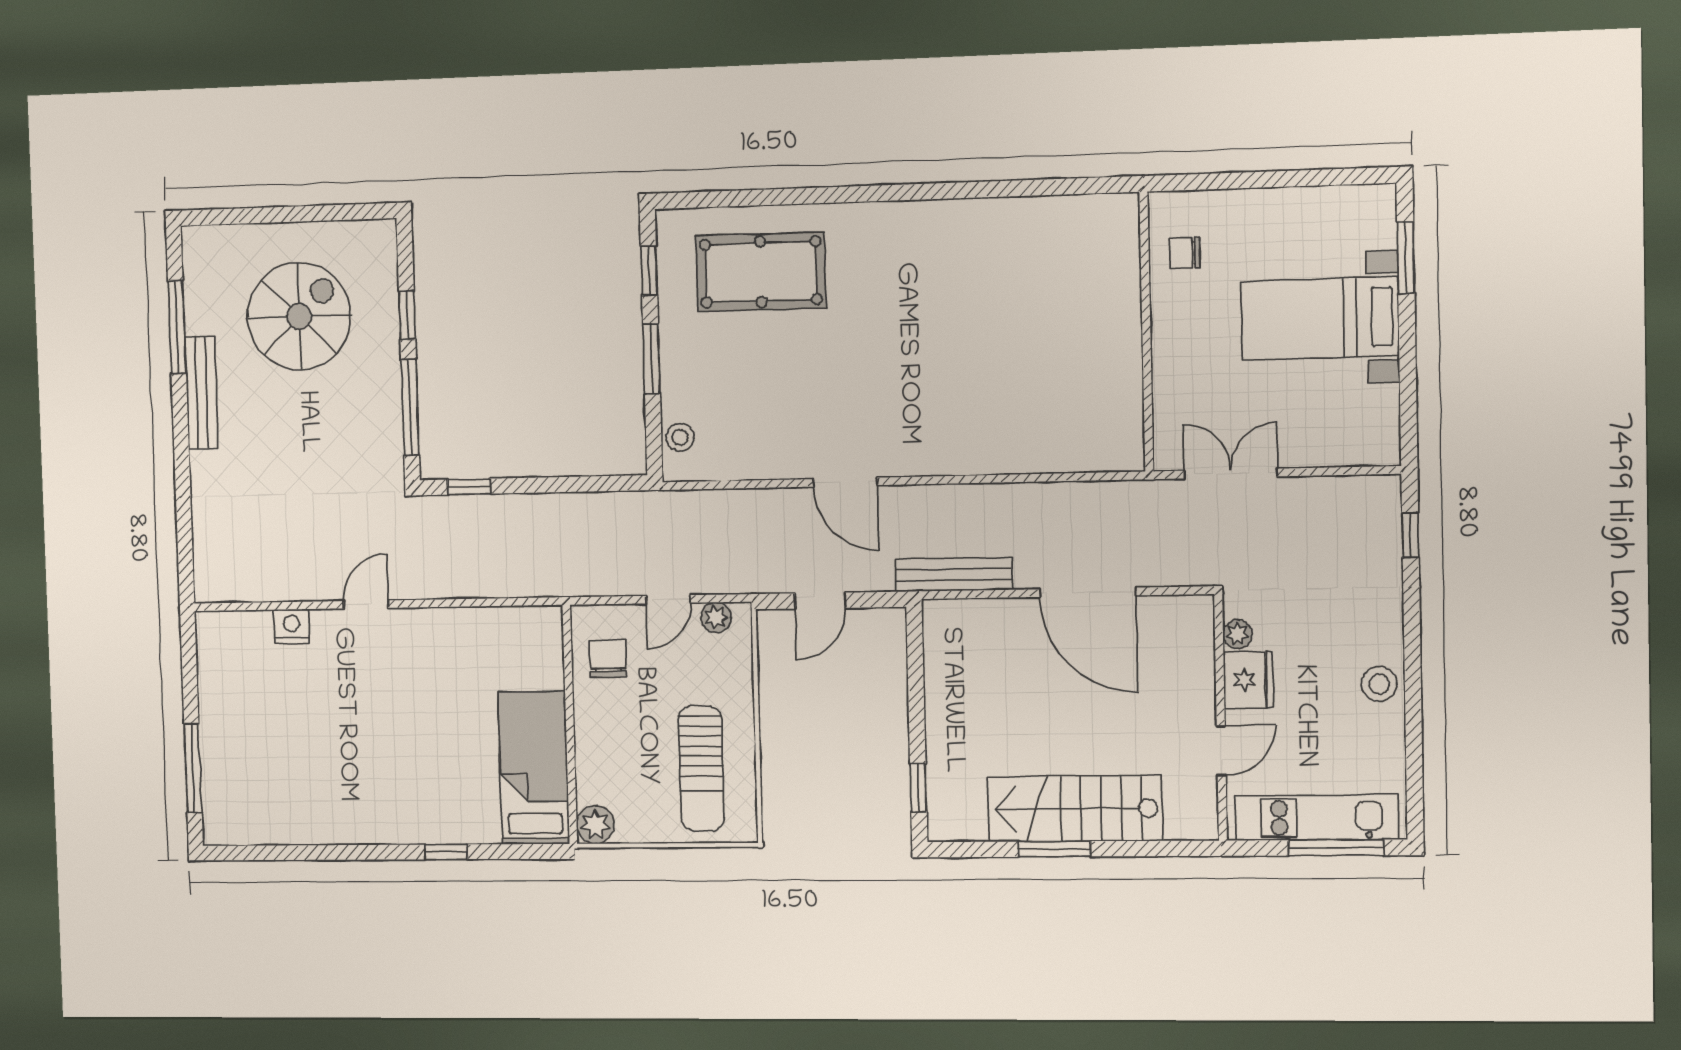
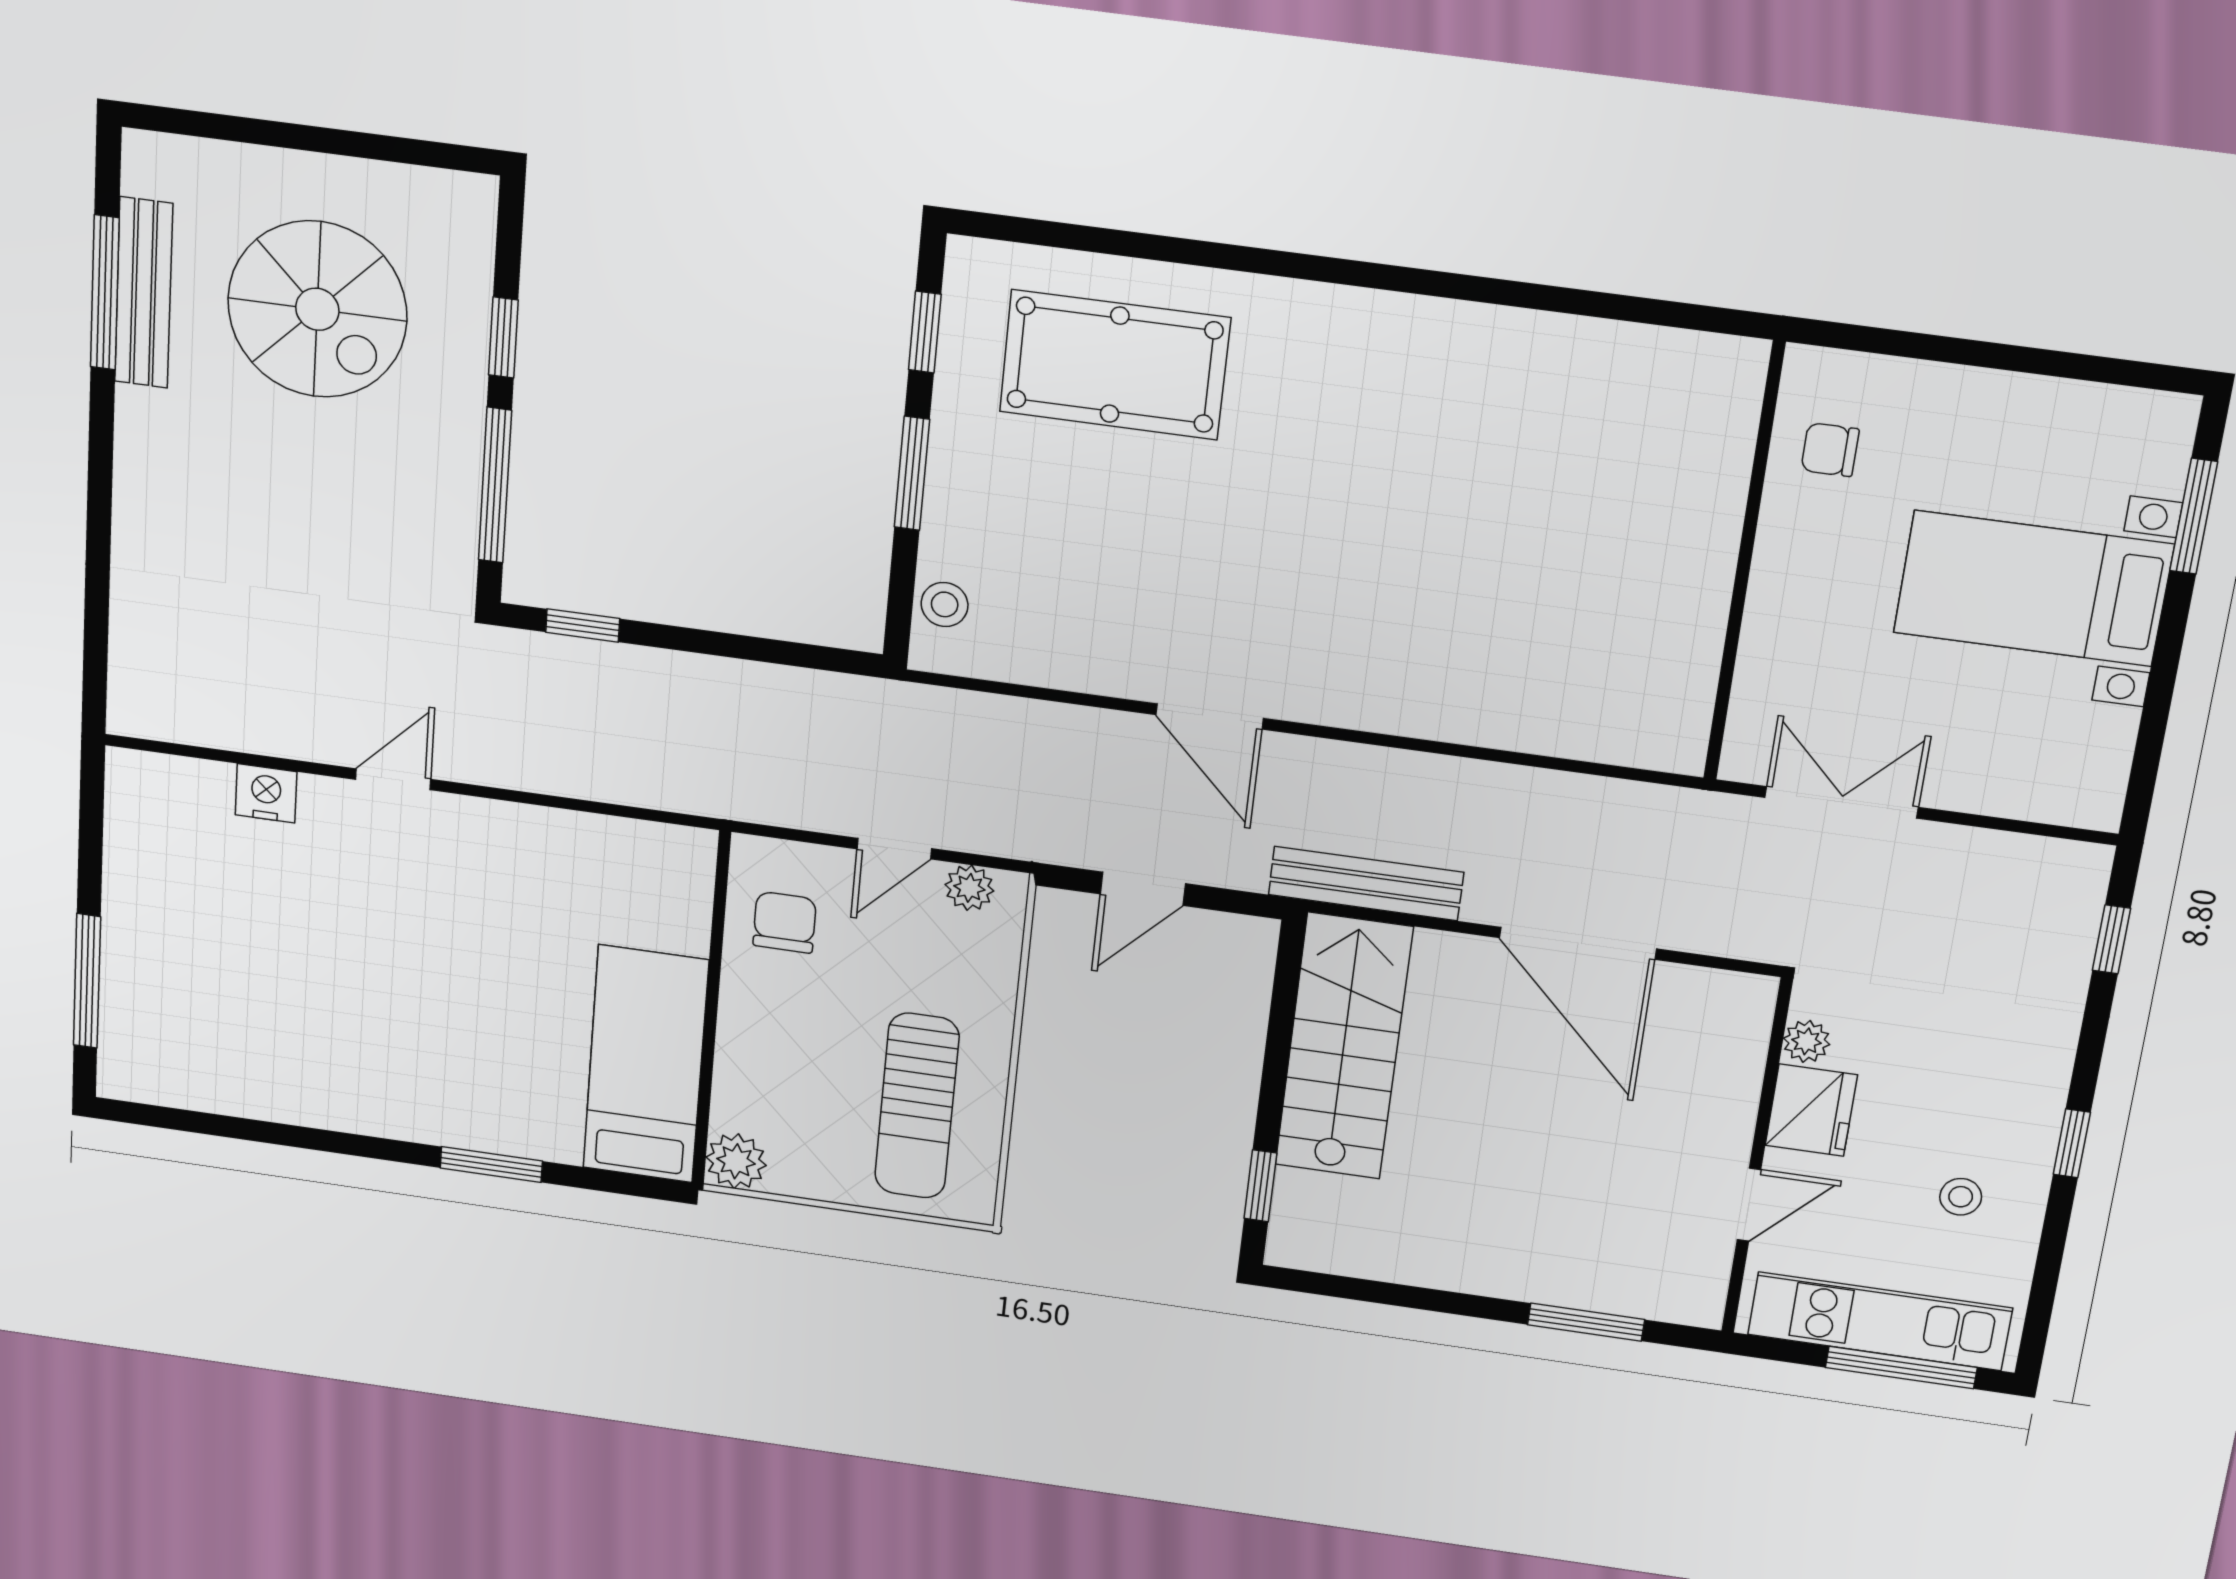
spiral stairs: (299, 316) -> (317, 309), turned 90
bench: (202, 392) -> (144, 293), moved
window: (1413, 675) -> (2072, 1143), added
stool: (1379, 684) -> (1961, 1197), moved, width x0.73, depth x0.73
stairs: (1075, 809) -> (1344, 1047), moved, turned 90
window: (1055, 849) -> (1586, 1322), moved
window: (446, 852) -> (491, 1165), width x1.50

